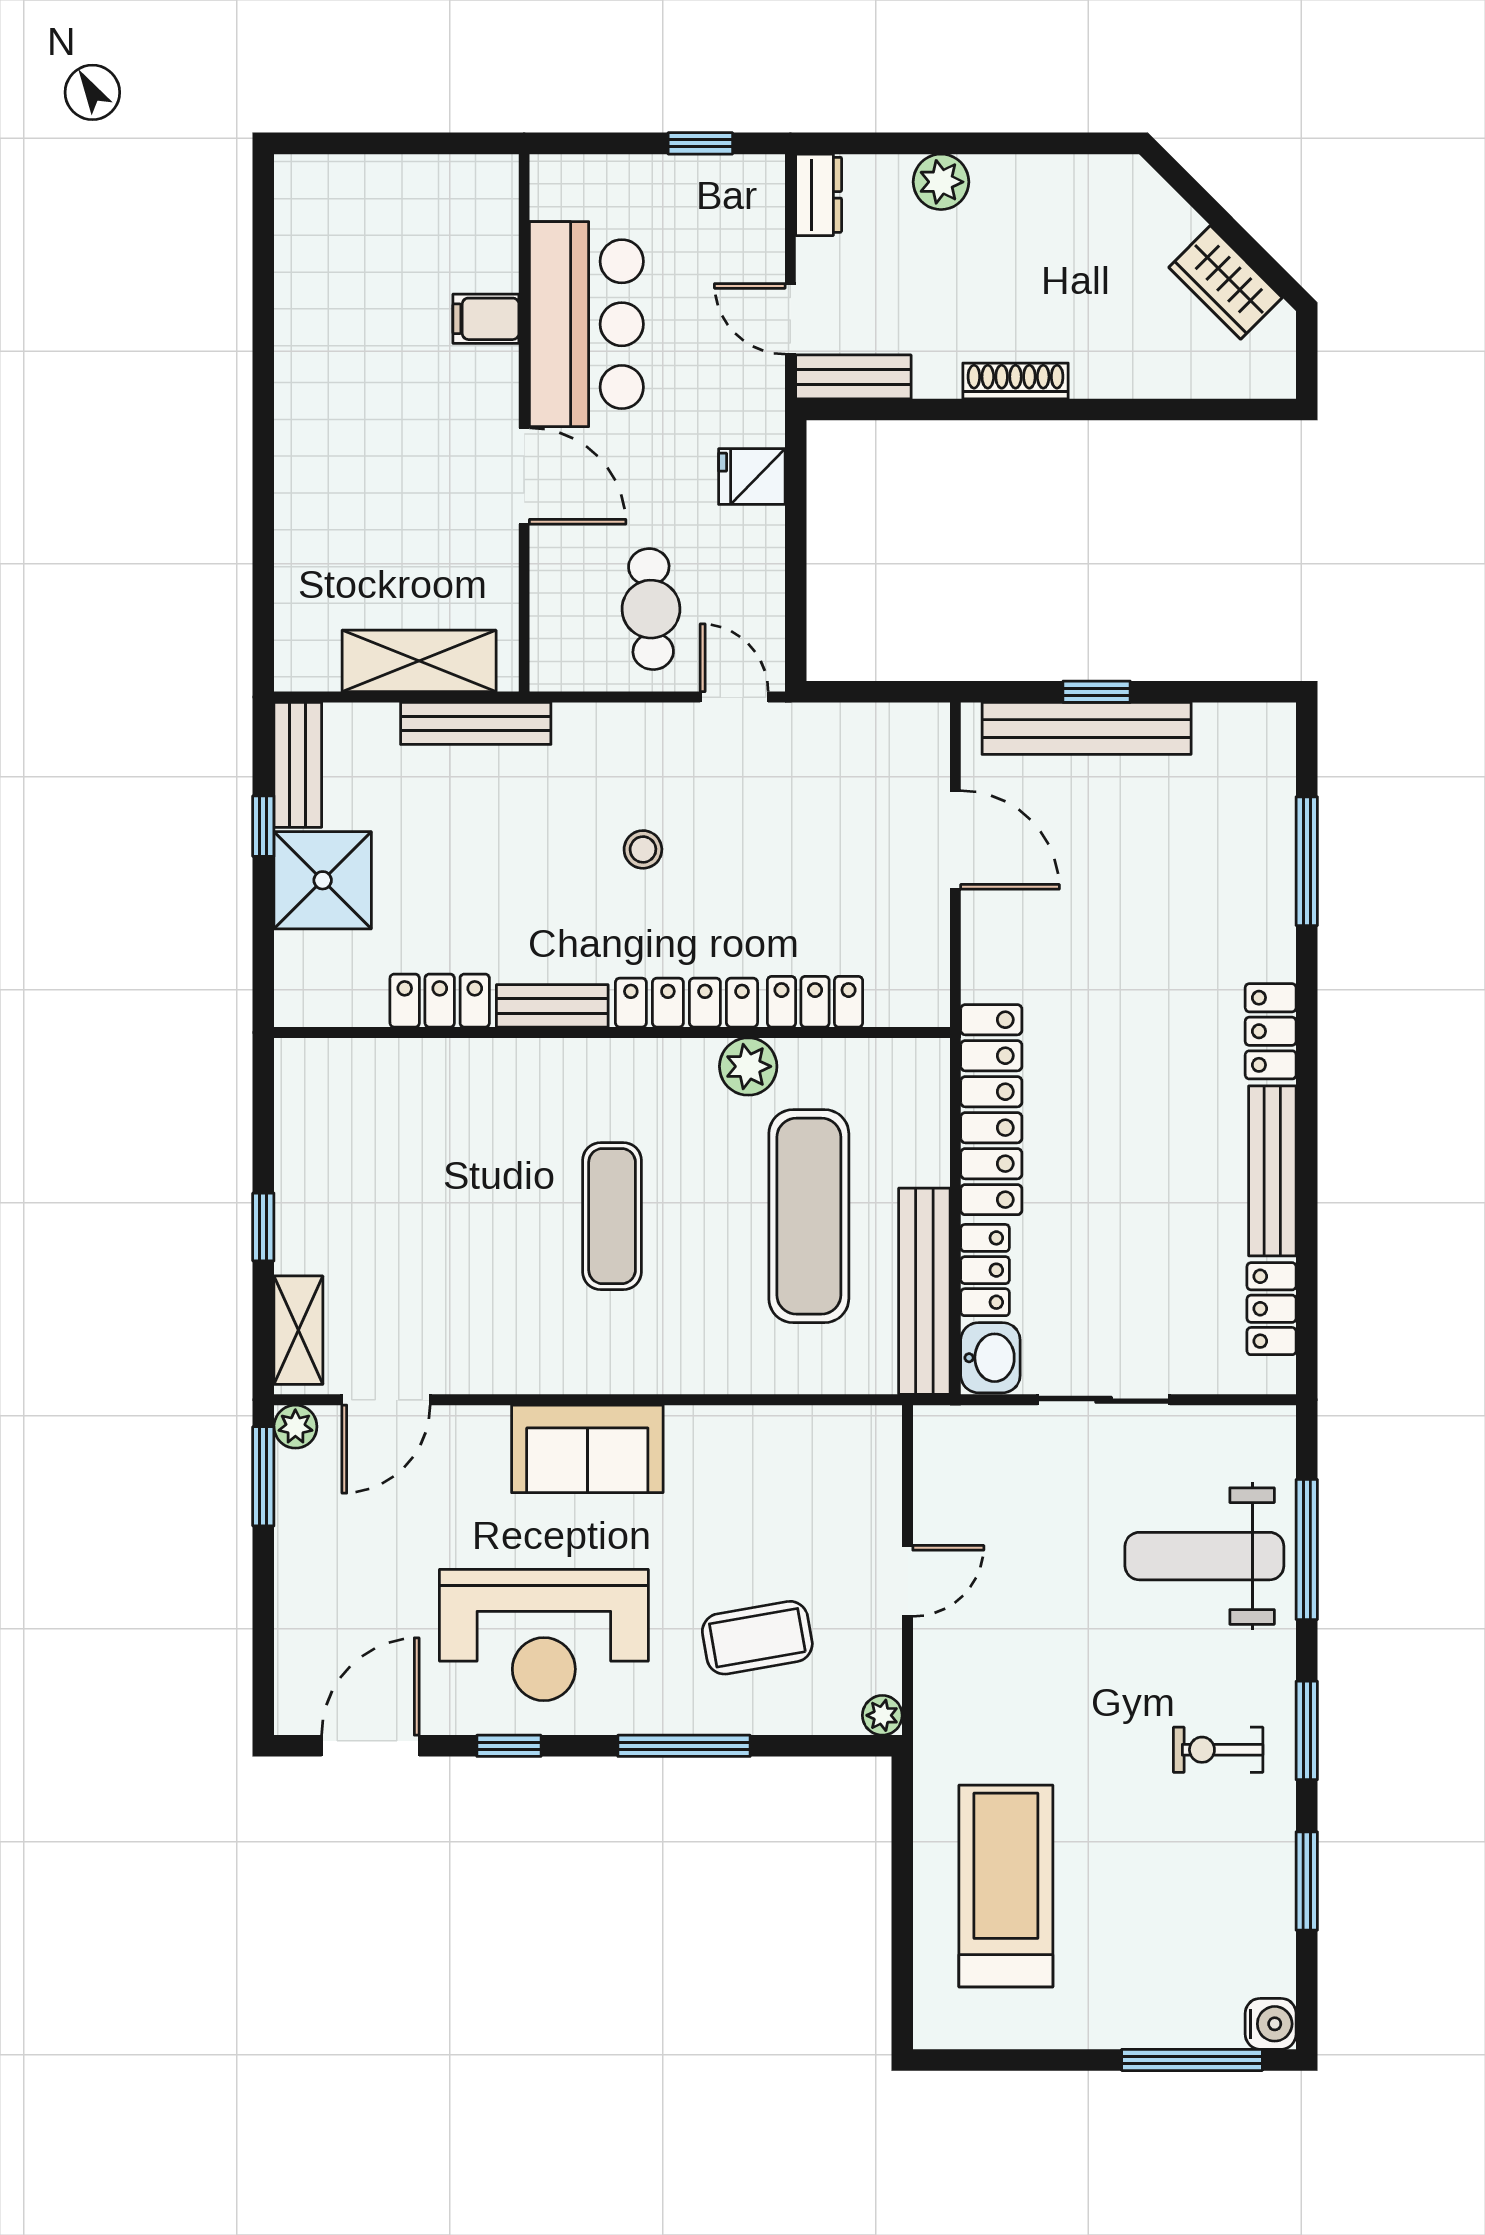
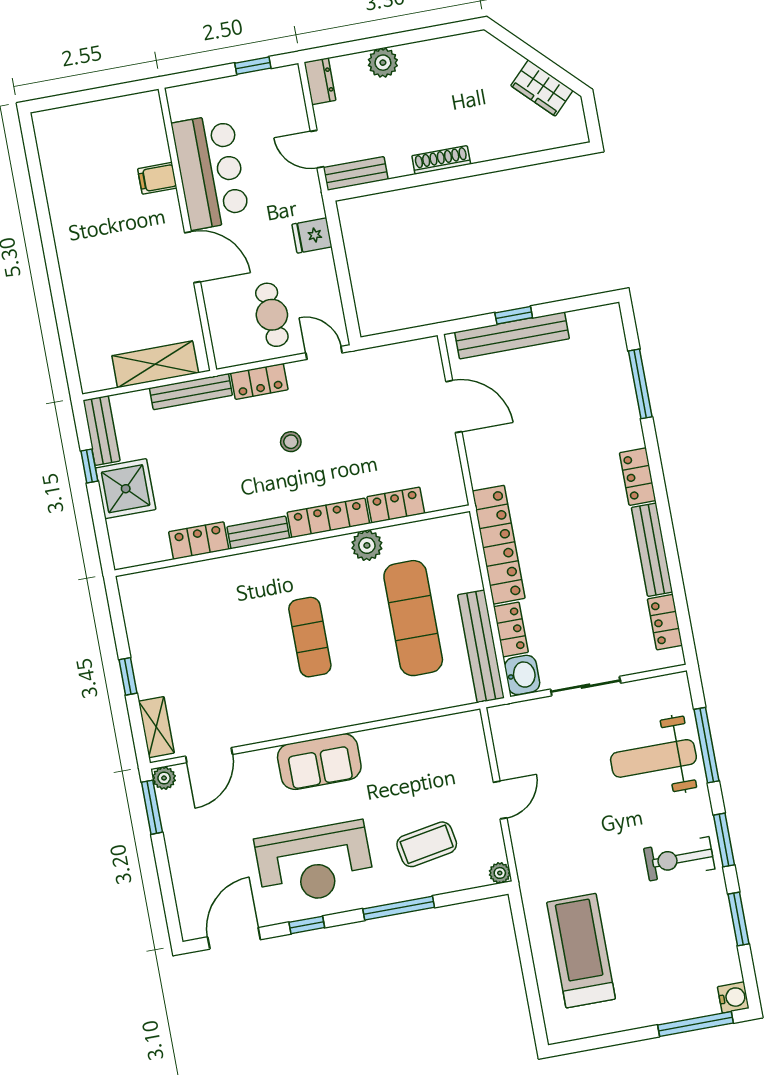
locker: (605, 728) -> (259, 381), added
exercise bike: (1218, 1750) -> (679, 859), width x1.38, depth x1.39

